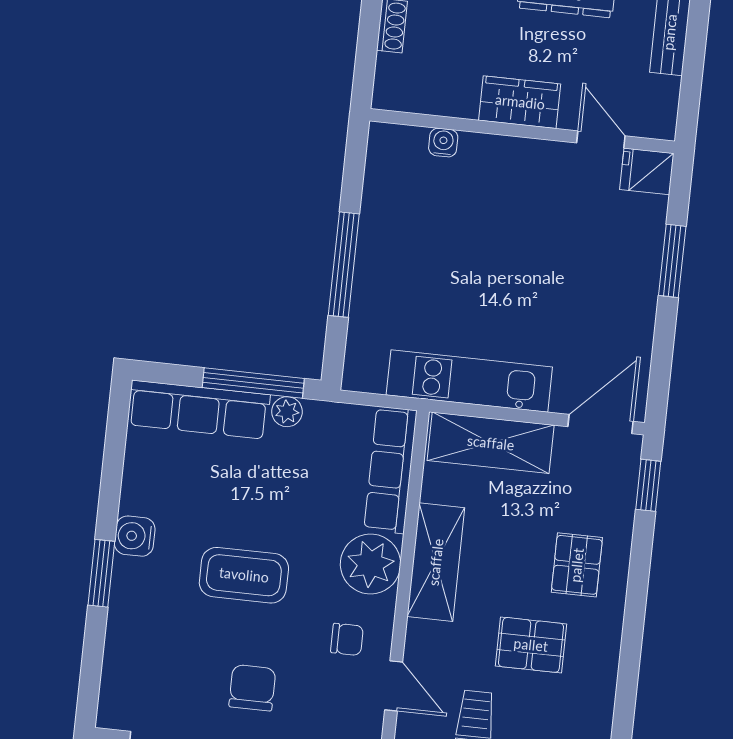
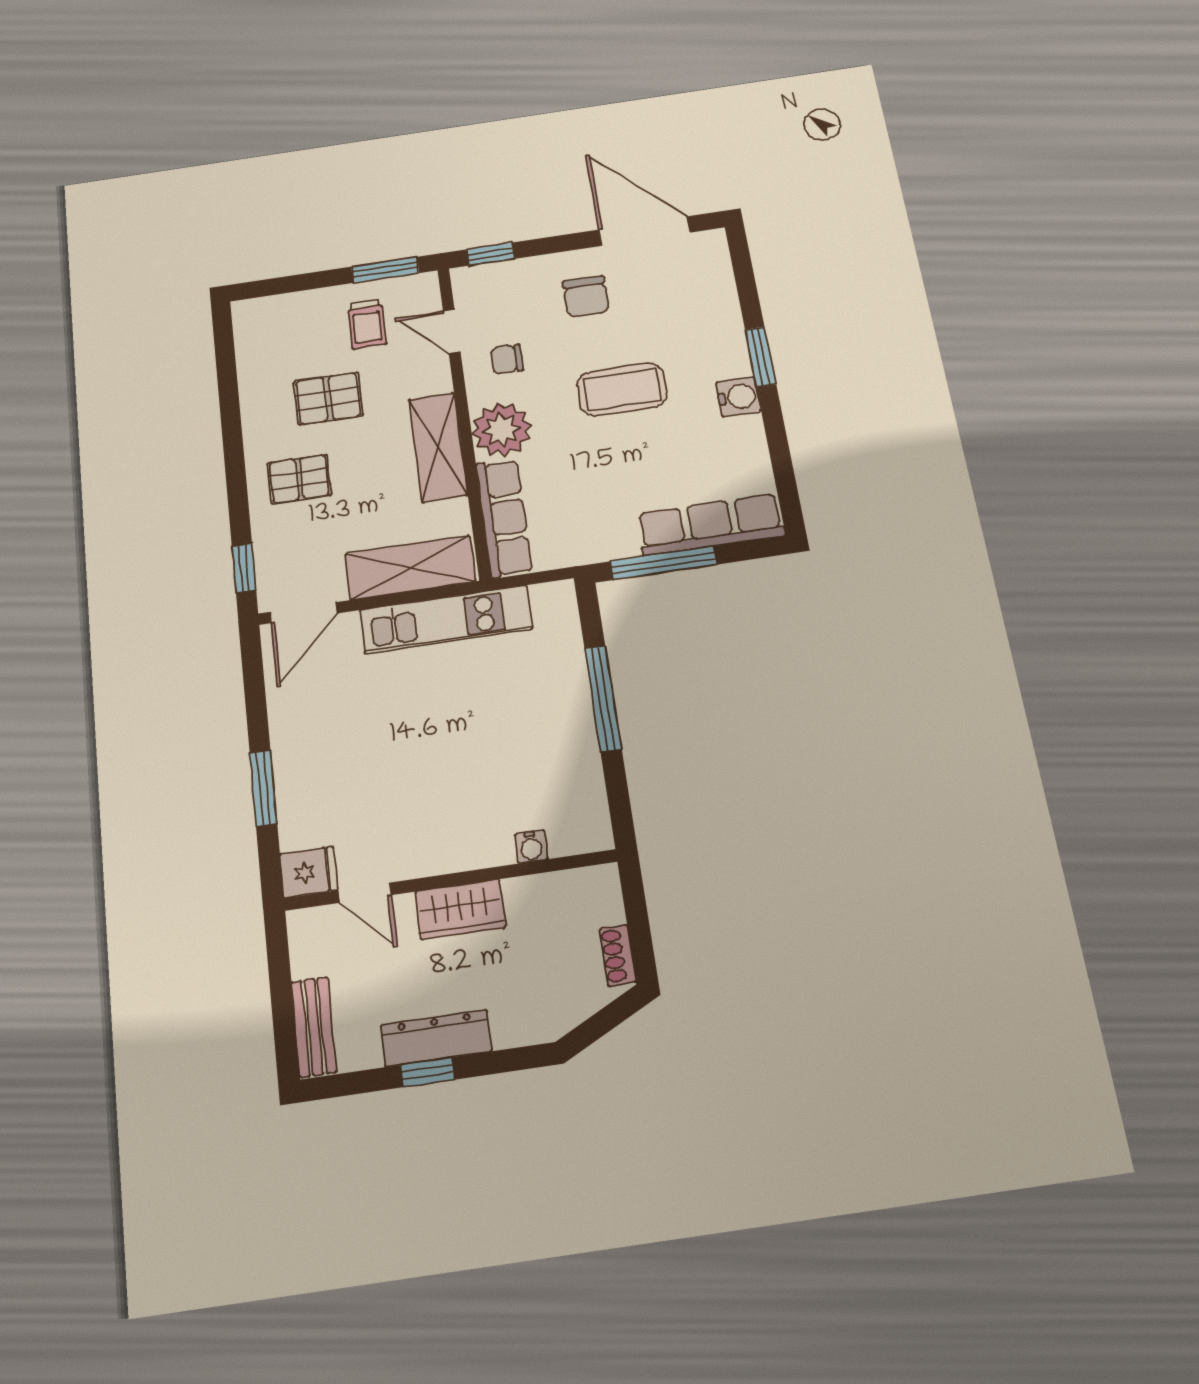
plant: (287, 412) -> (622, 545), removed
pallet: (577, 565) -> (299, 479), turned 90

